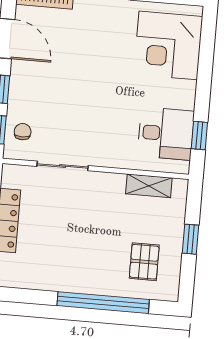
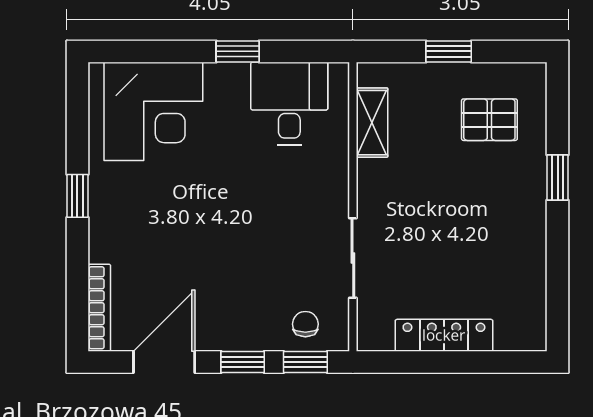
chair: (23, 132) -> (305, 324), turned 90
window: (199, 136) -> (238, 51), moved
window: (103, 303) -> (558, 178), width x0.32

